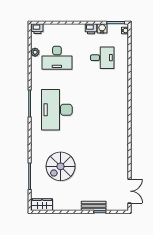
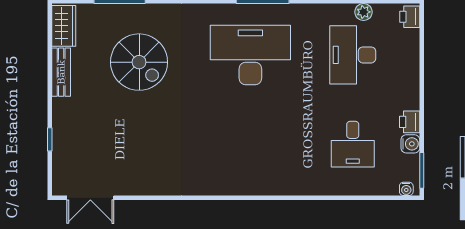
spiral stairs: (61, 166) -> (139, 62), turned 180
bench: (94, 206) -> (61, 72), moved

